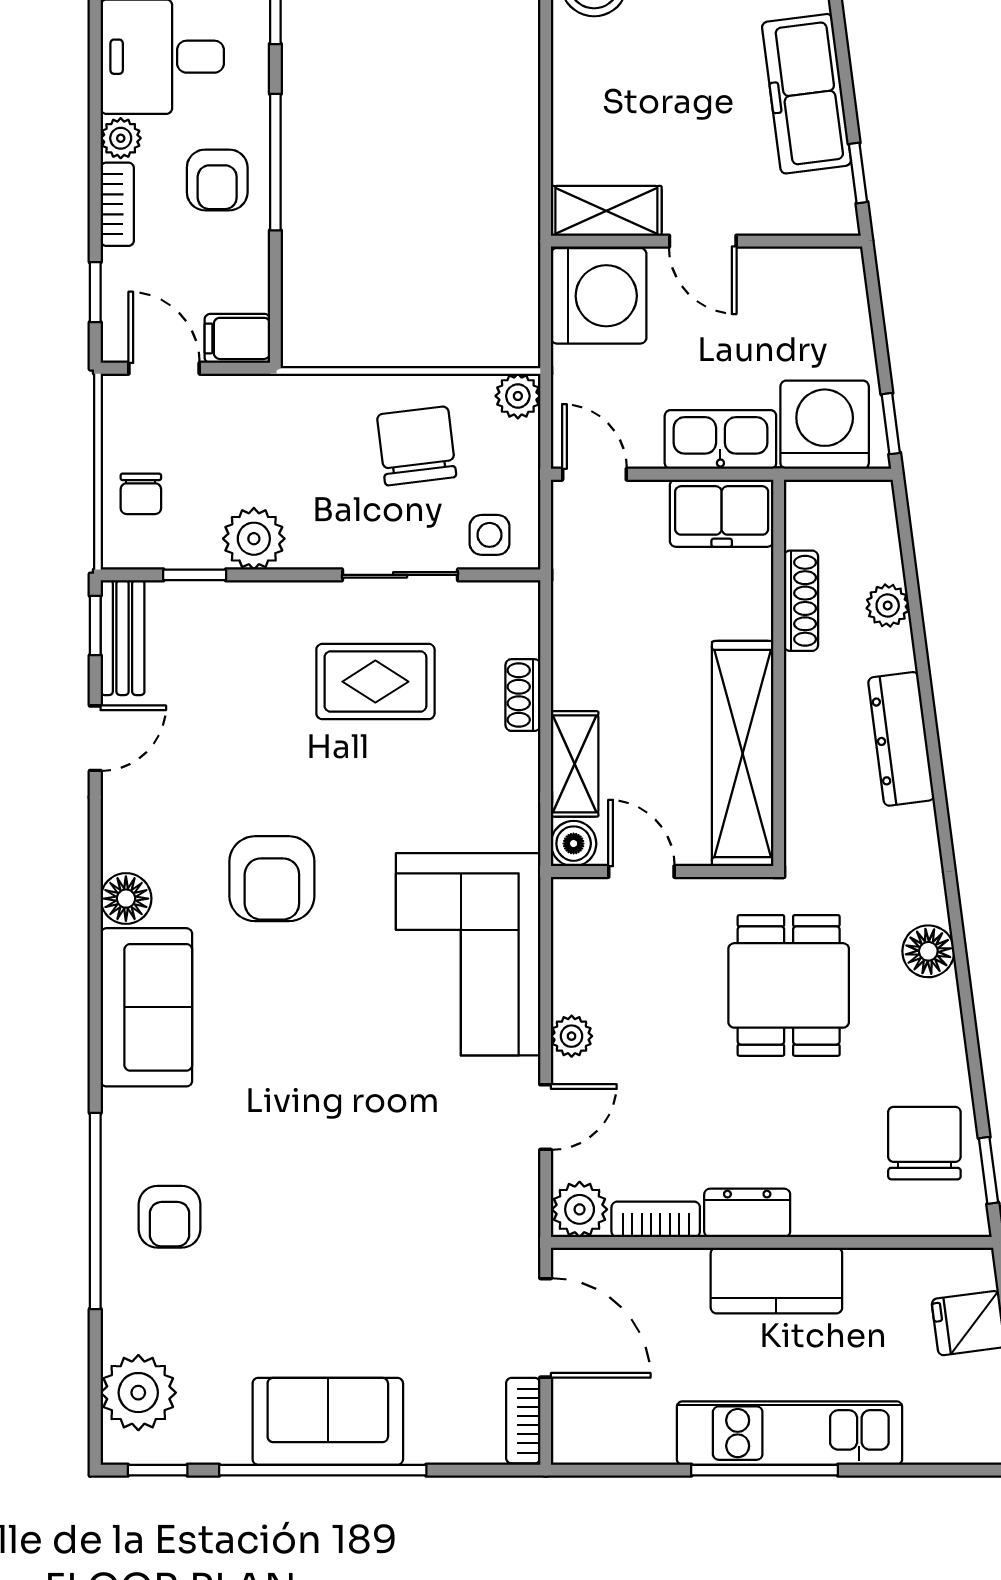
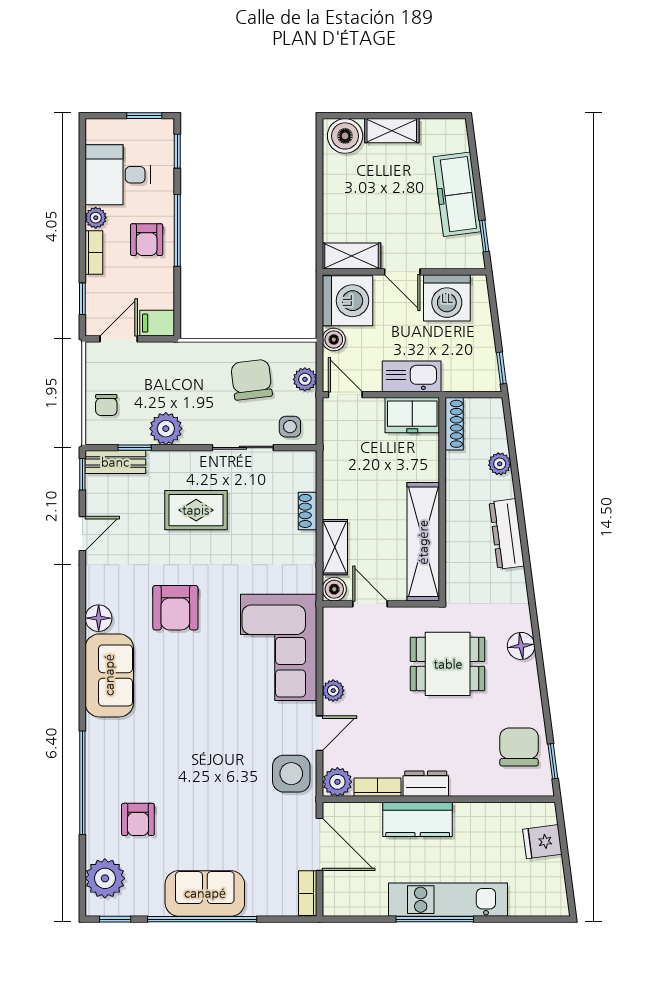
door: (164, 368) -> (119, 339), hinge flipped
boiler: (573, 370) -> (334, 340), added
plant: (518, 396) -> (305, 379), moved
washing machine: (825, 425) -> (447, 298), moved, turned 180
shoe rack: (801, 601) -> (454, 424), moved
bench: (123, 638) -> (115, 462), moved, turned 90
rug: (375, 682) -> (196, 510), moved
dining table: (789, 985) -> (448, 664), turned 90
side table: (492, 1194) -> (291, 774), added
armchair: (169, 1217) -> (138, 819), moved
kitchen counter: (776, 1281) -> (418, 819), moved

